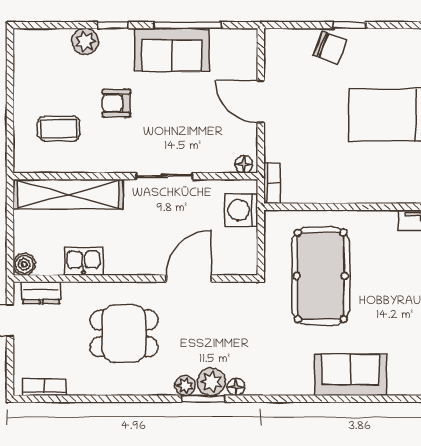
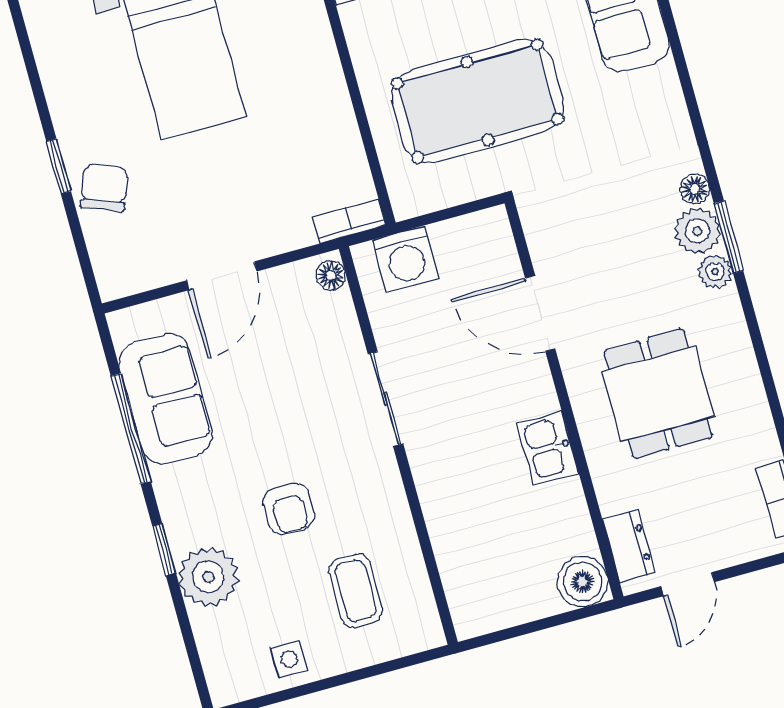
plant: (85, 41) -> (208, 577), width x1.36, depth x1.36
sofa: (172, 50) -> (165, 399), moved
side table: (30, 80) -> (289, 659), added
shelving: (68, 194) -> (458, 547), removed
kitchen sink: (83, 262) -> (548, 448), moved
boiler: (24, 264) -> (583, 582), width x1.36, depth x1.36

